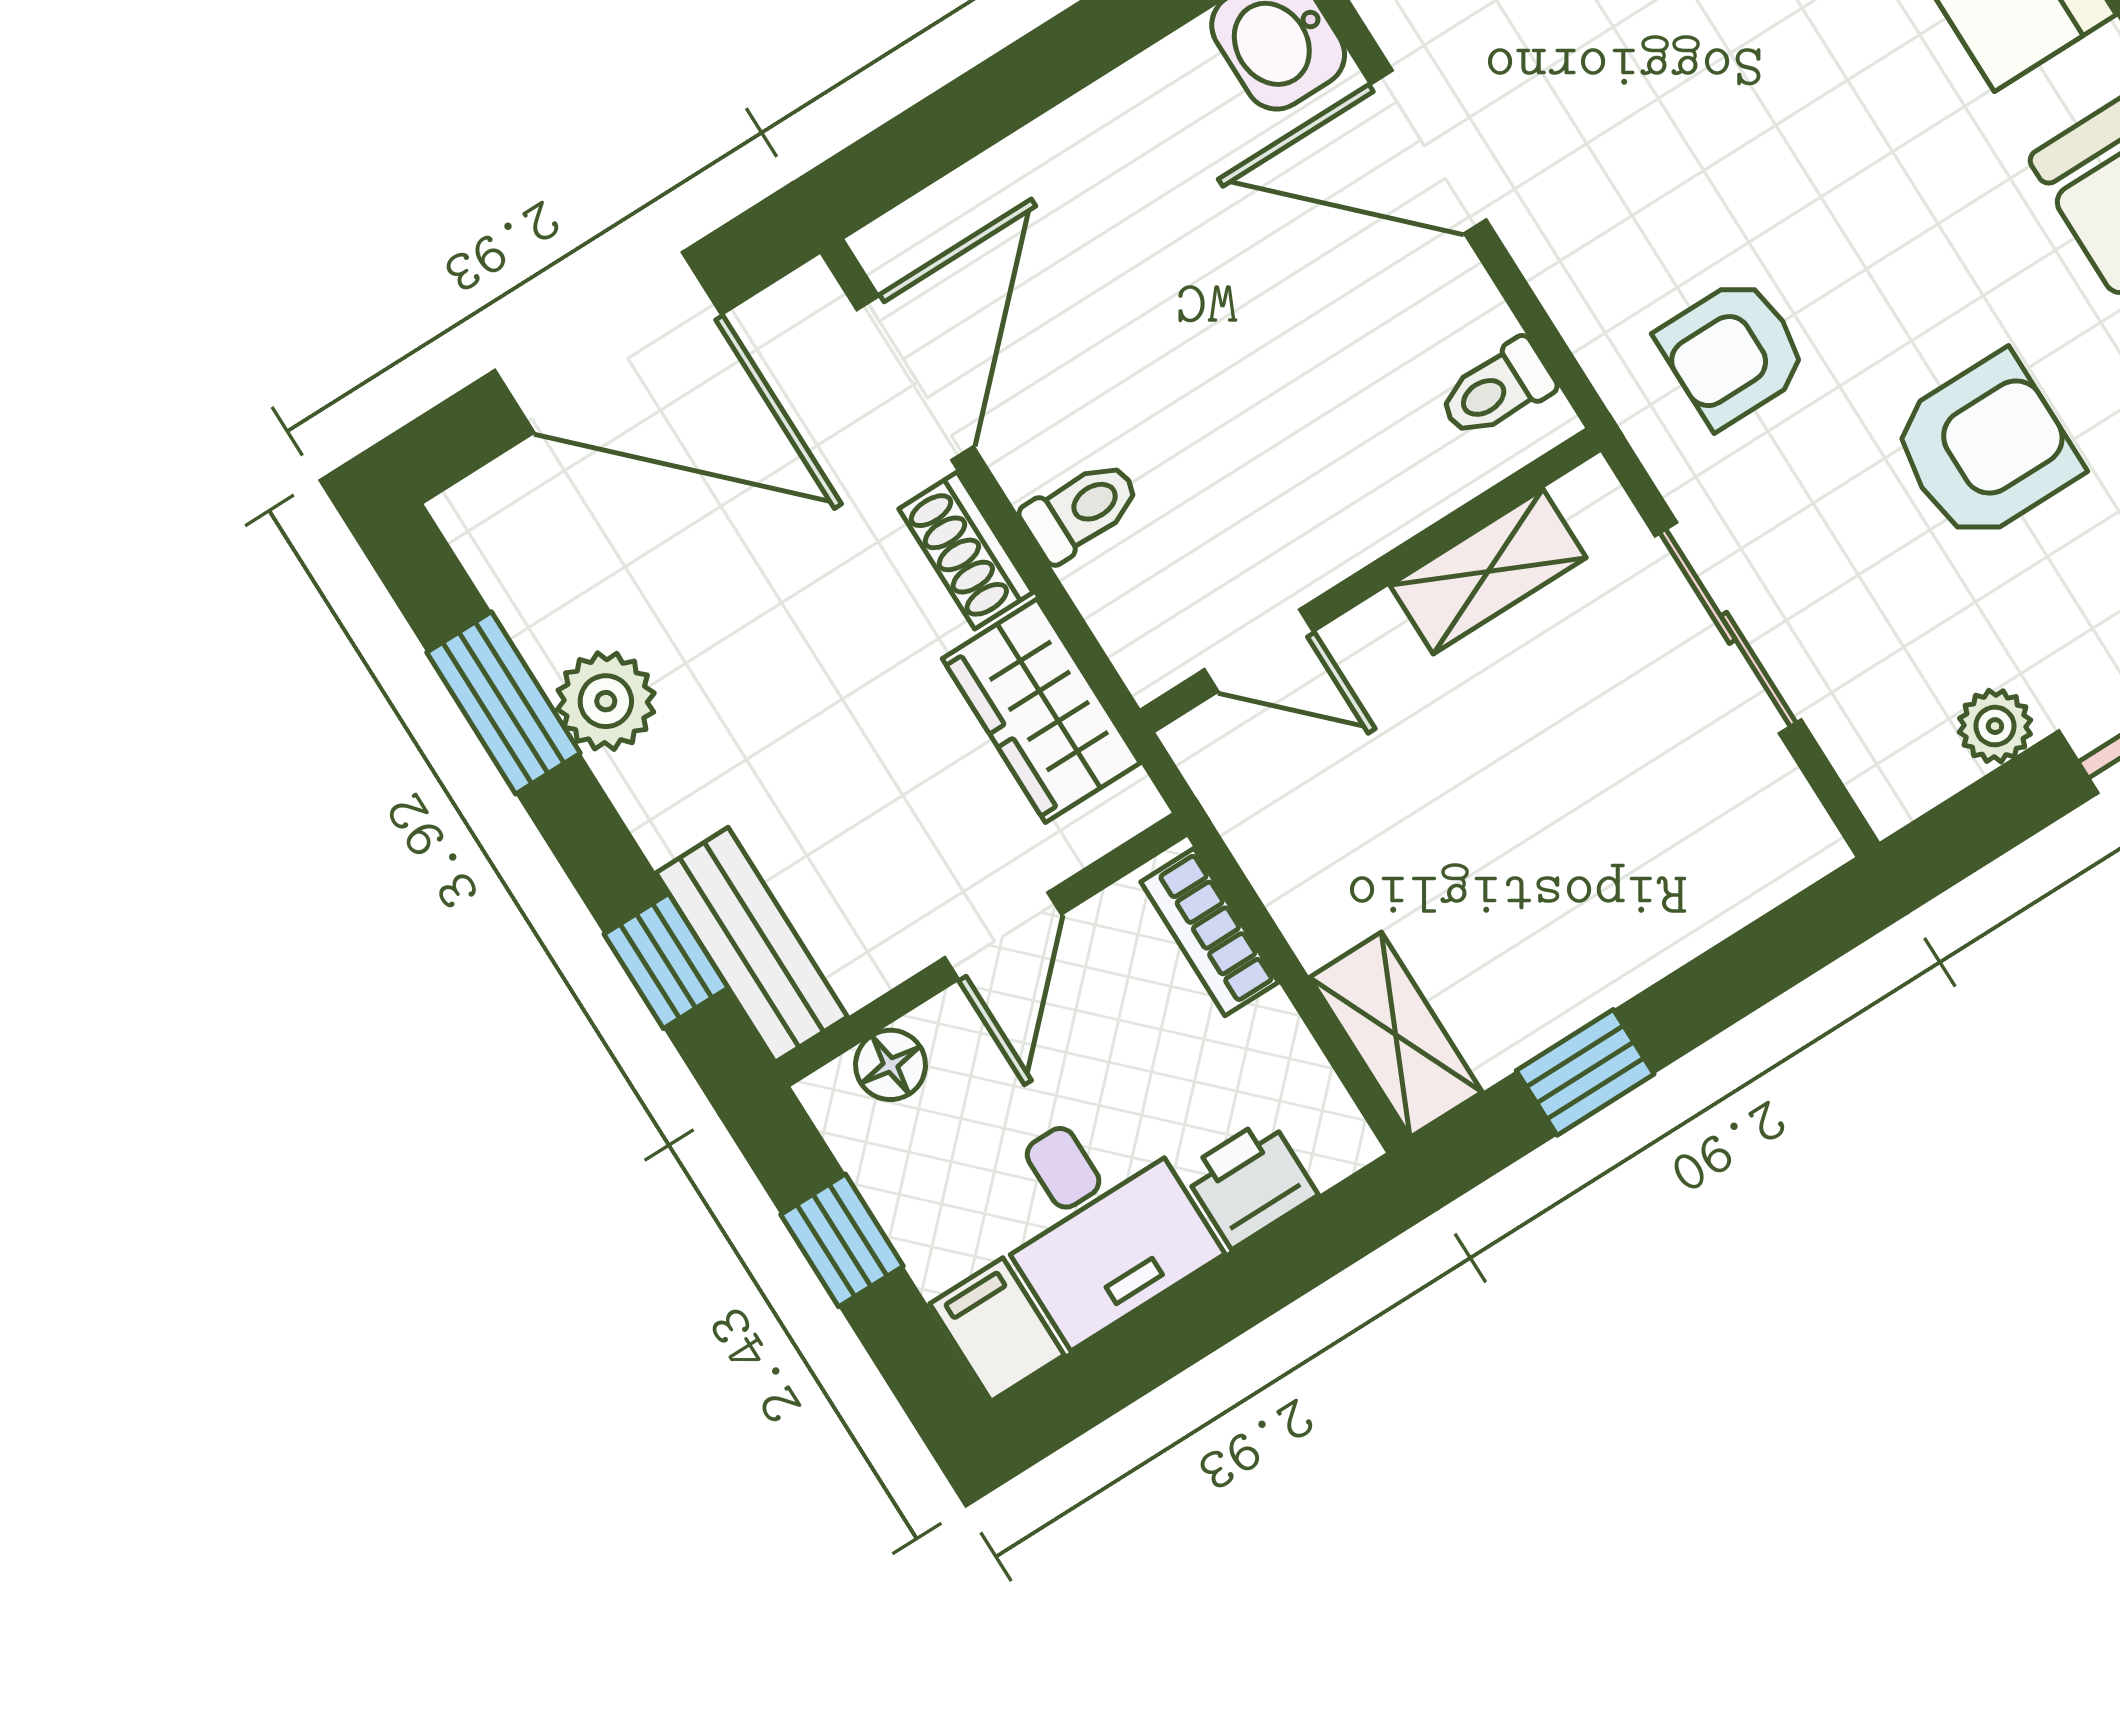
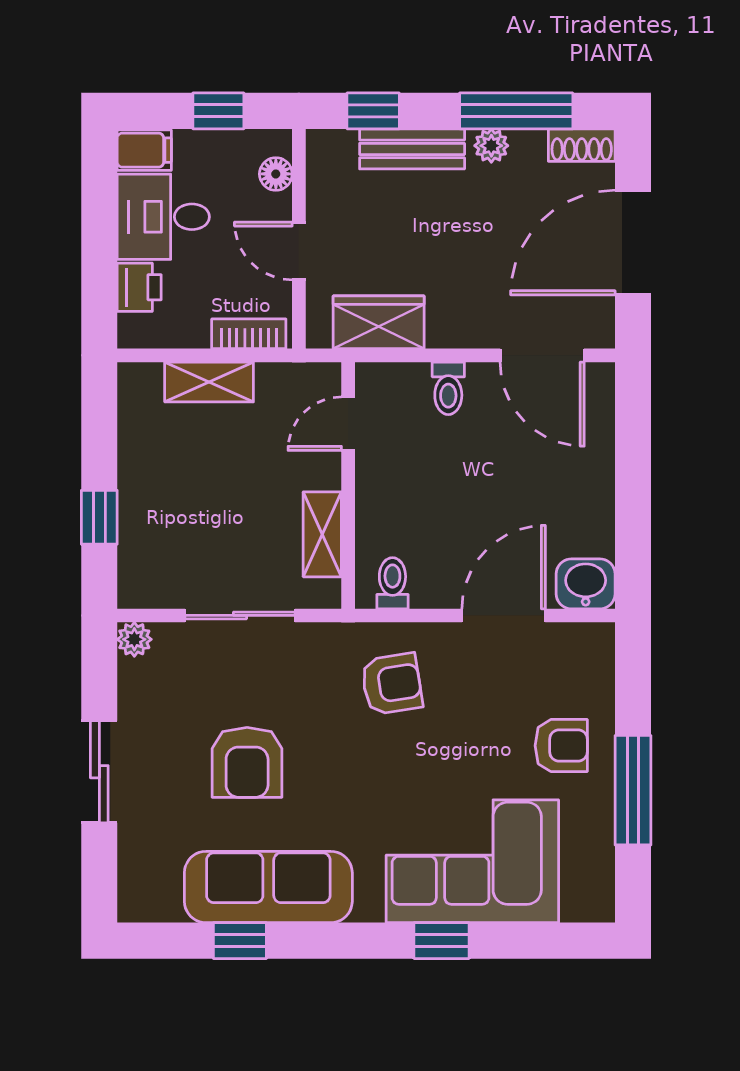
armchair: (1733, 352) -> (392, 684), moved, turned 81
shoe rack: (966, 551) -> (582, 145), moved, turned 180
plant: (606, 701) -> (491, 146), width x0.73, depth x0.73
window: (503, 703) -> (516, 111), width x1.44
plant: (1995, 726) -> (134, 639), moved
bench: (752, 945) -> (412, 149), moved
shelving: (1396, 1035) -> (209, 382), moved
window: (1585, 1072) -> (99, 517), moved

